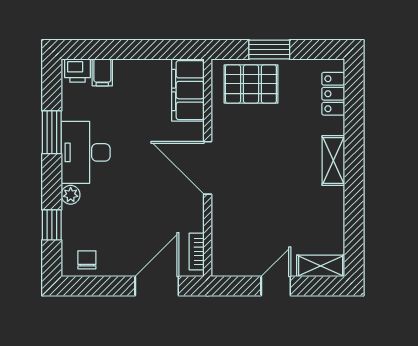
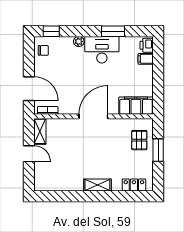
pallet: (251, 84) -> (139, 140), width x0.67, depth x0.71
window: (52, 225) -> (51, 31), moved
shelving: (321, 266) -> (40, 131), moved

